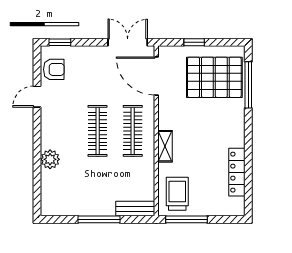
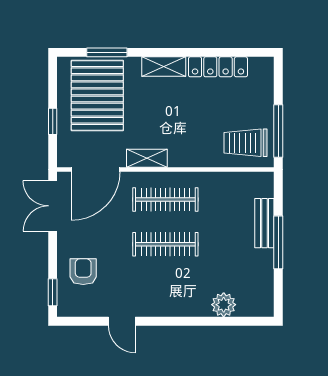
armchair: (54, 69) -> (83, 272), moved
window: (248, 85) -> (107, 52), width x0.69
shelving: (237, 130) -> (164, 67), added
shelving: (165, 146) -> (147, 158), moved
plant: (50, 159) -> (224, 305), moved
bench: (135, 209) -> (264, 223), moved

